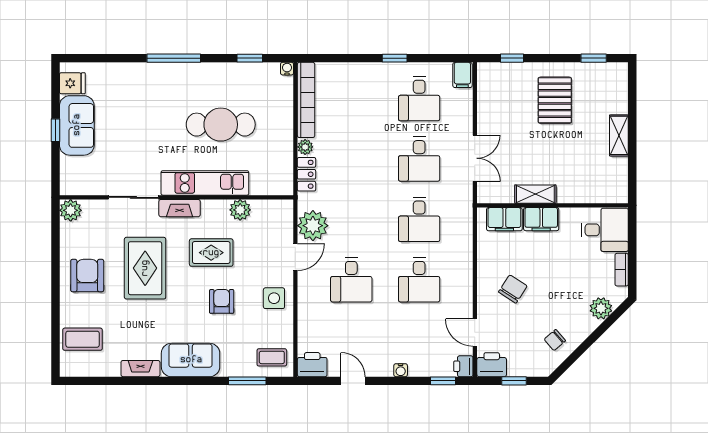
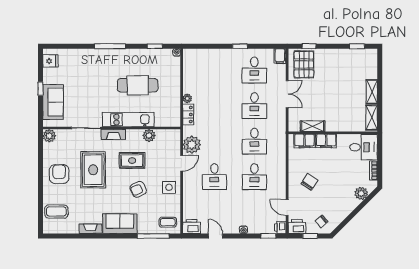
bookcase: (306, 100) -> (188, 71), removed
pallet: (555, 100) -> (304, 64), moved
sofa: (77, 125) -> (53, 102), moved
double door: (475, 158) -> (287, 94), moved
shelving: (619, 179) -> (372, 117), added
shelving: (535, 194) -> (313, 126), moved
armchair: (222, 301) -> (138, 189), turned -114
chair: (555, 340) -> (322, 221), moved
window: (247, 381) -> (153, 236), width x1.44

